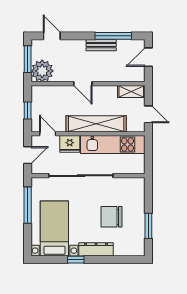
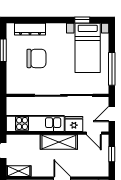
shelving: (96, 124) -> (59, 142), width x0.68
dresser: (96, 249) -> (30, 29), moved
window: (76, 260) -> (82, 20), moved

